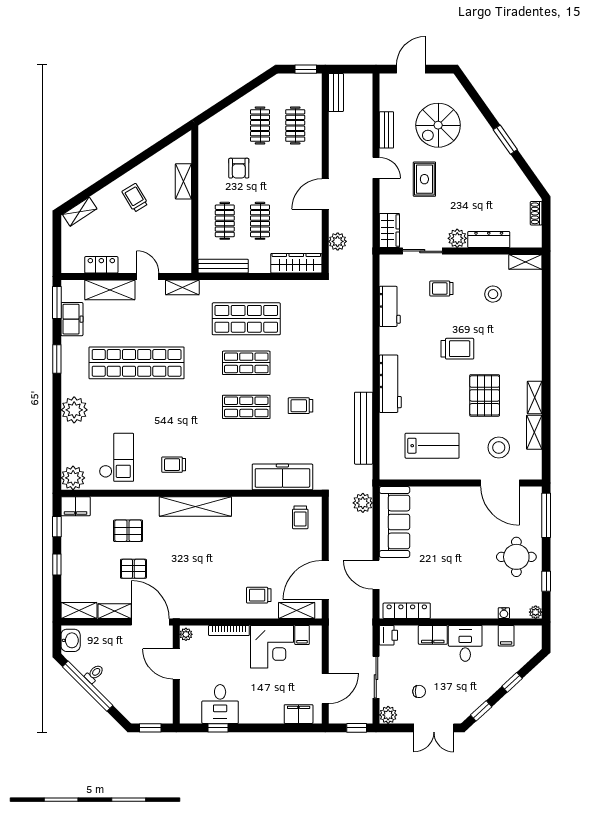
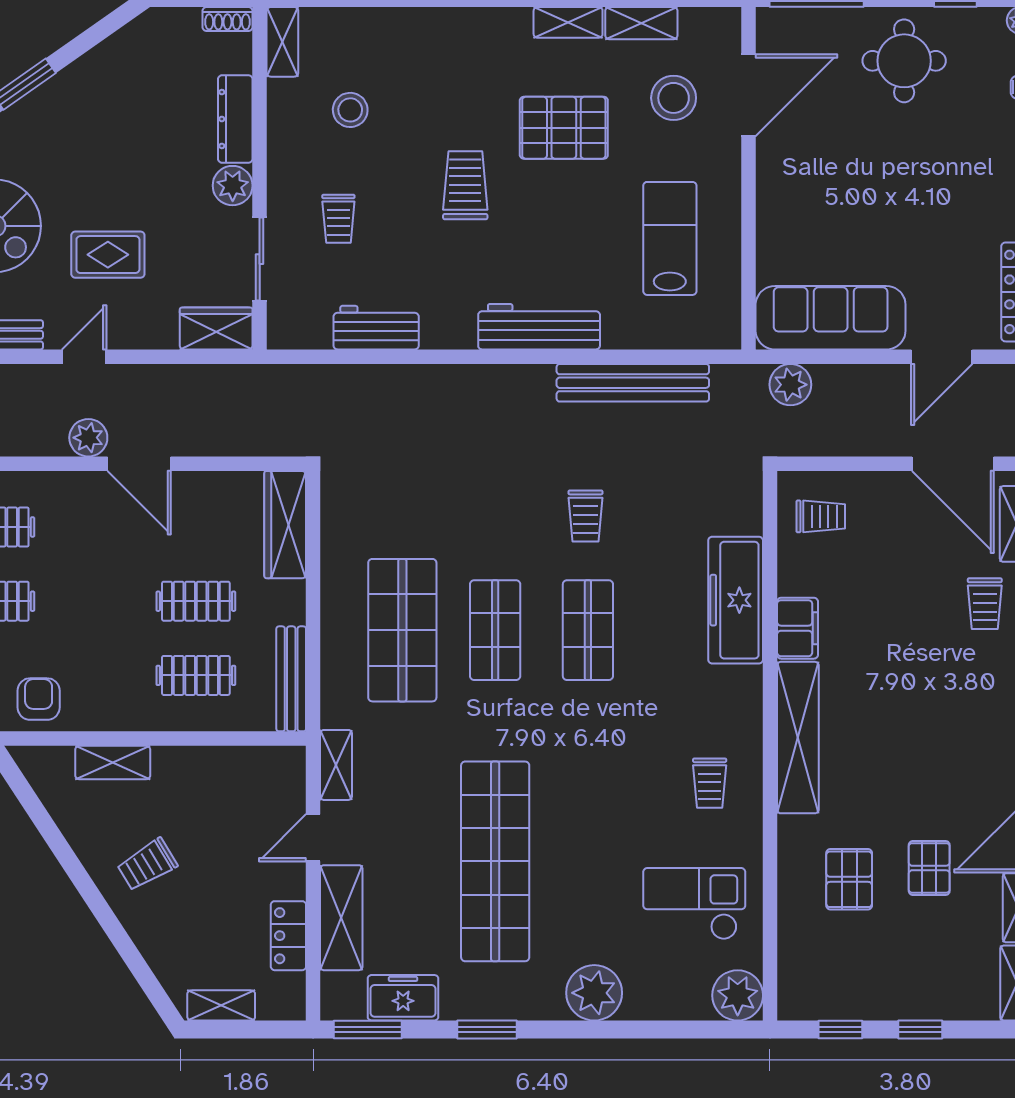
armchair: (239, 168) -> (39, 699), moved, turned -90
shelving: (80, 212) -> (221, 1005), moved, turned -57
shoe rack: (536, 213) -> (227, 19), moved
plant: (338, 241) -> (88, 438), moved
freezer: (282, 477) -> (736, 600), moved
filing cabinet: (76, 506) -> (797, 628), moved

